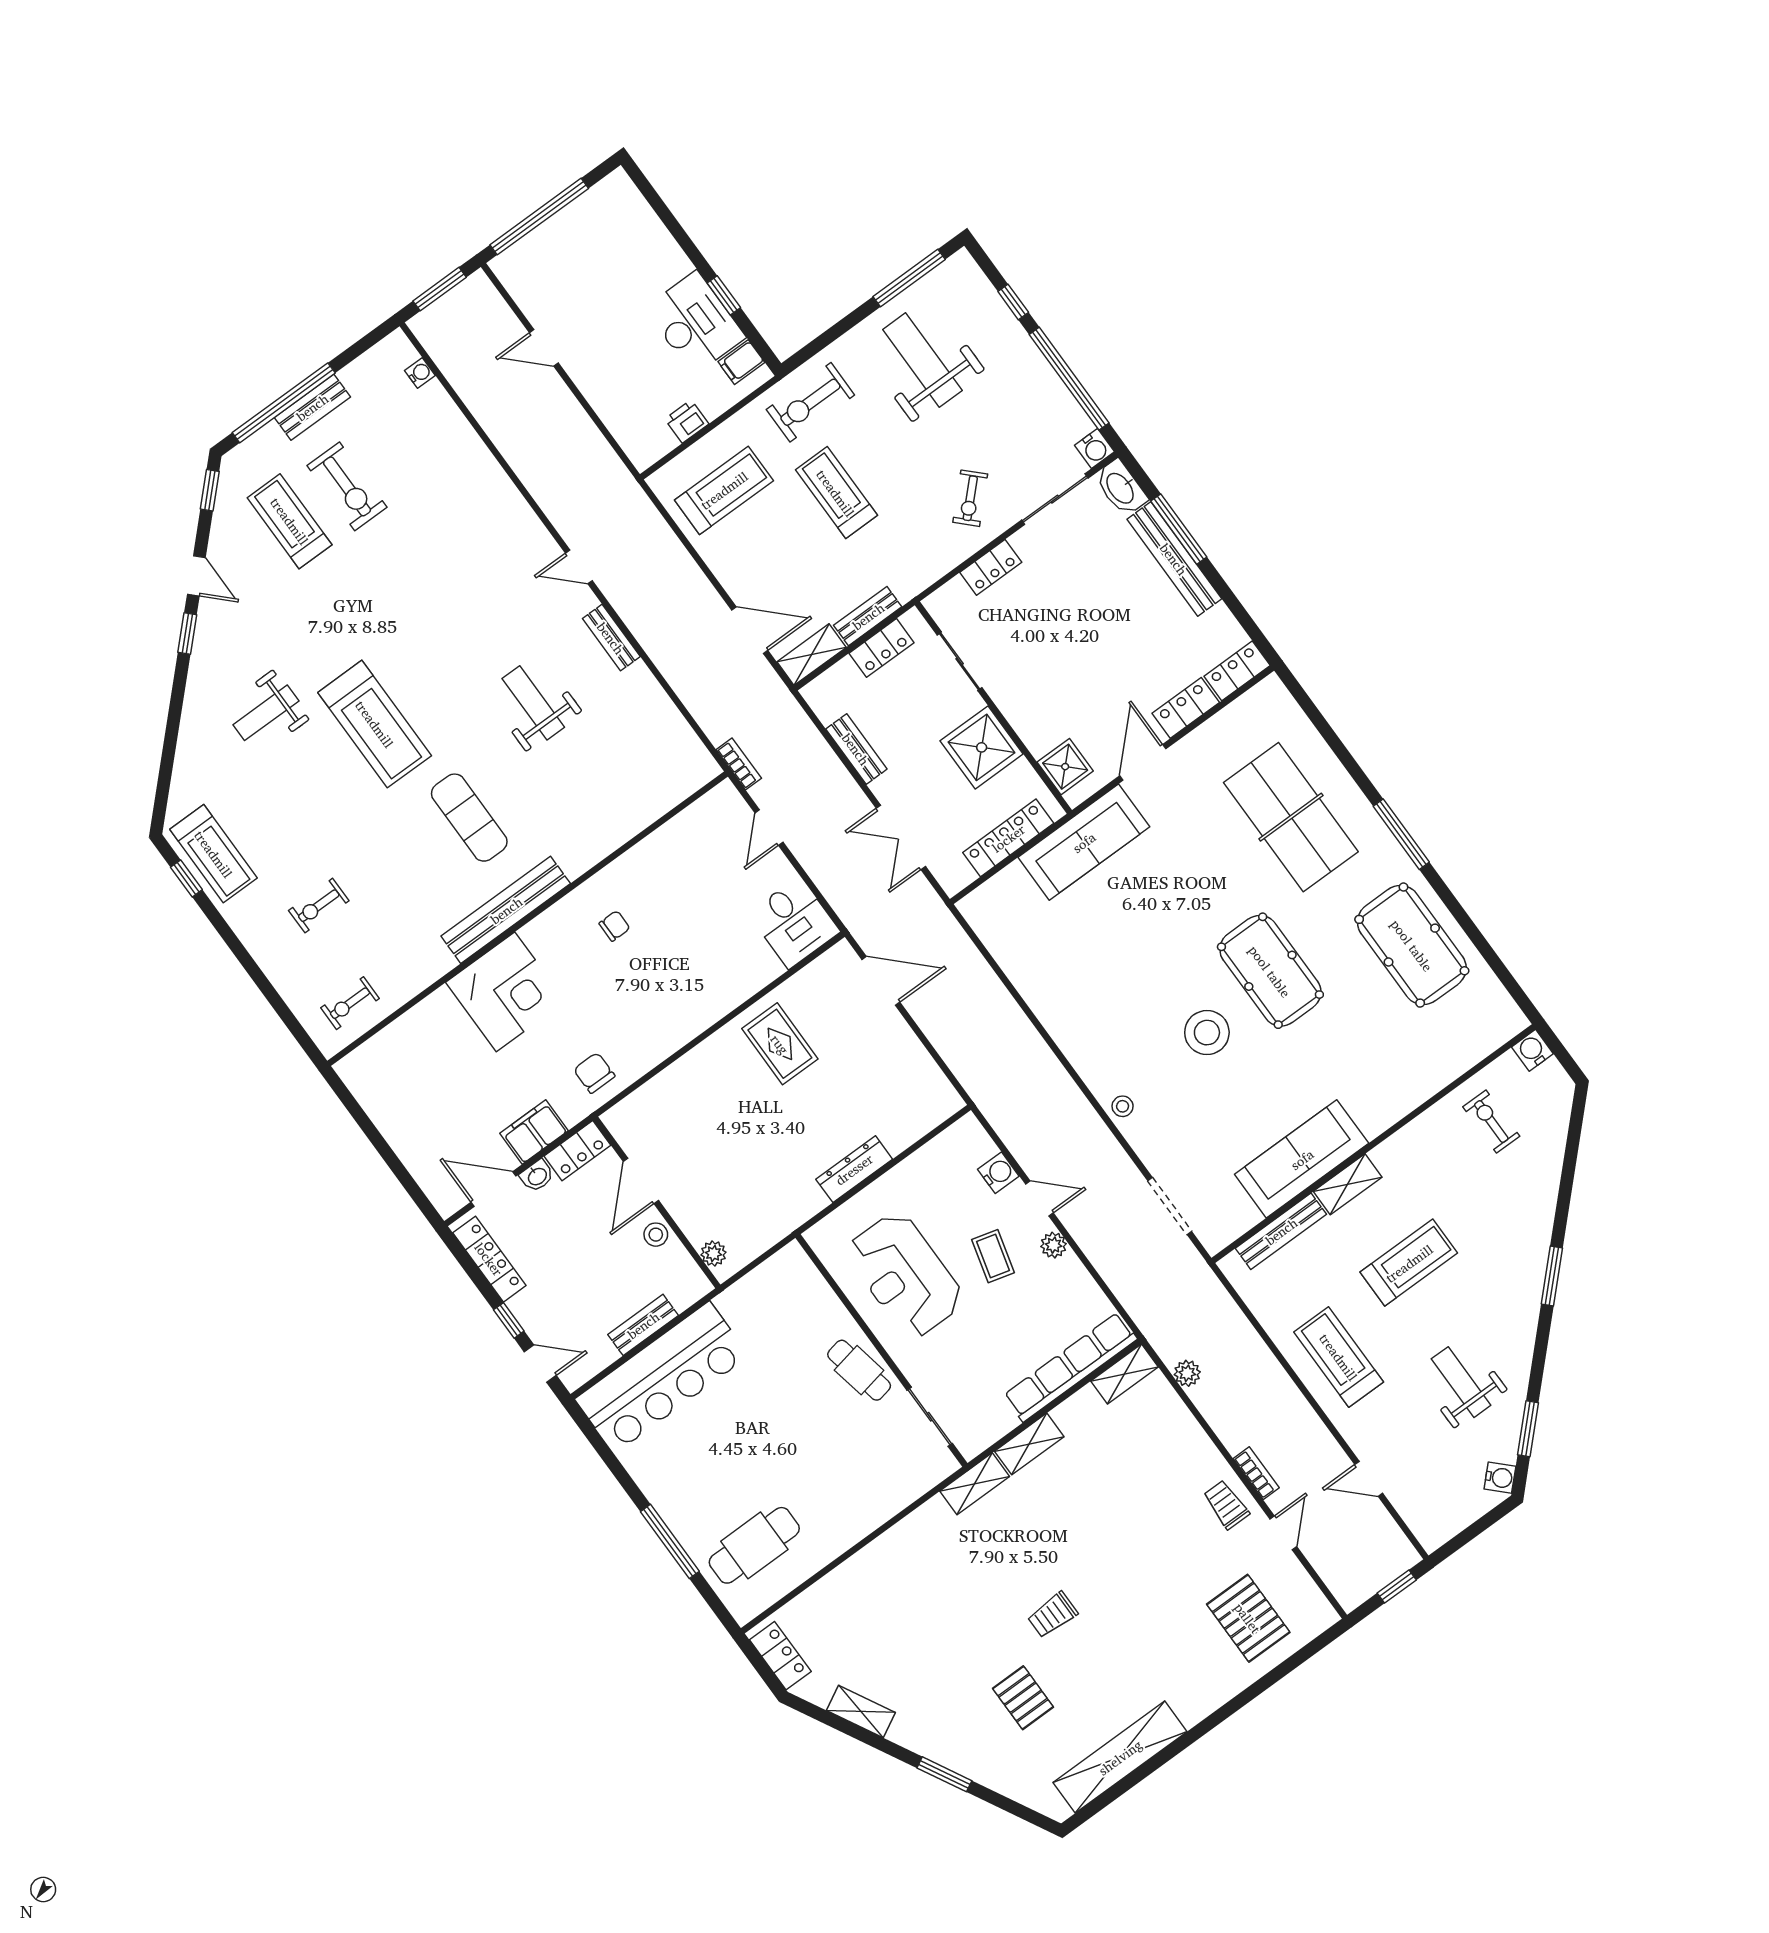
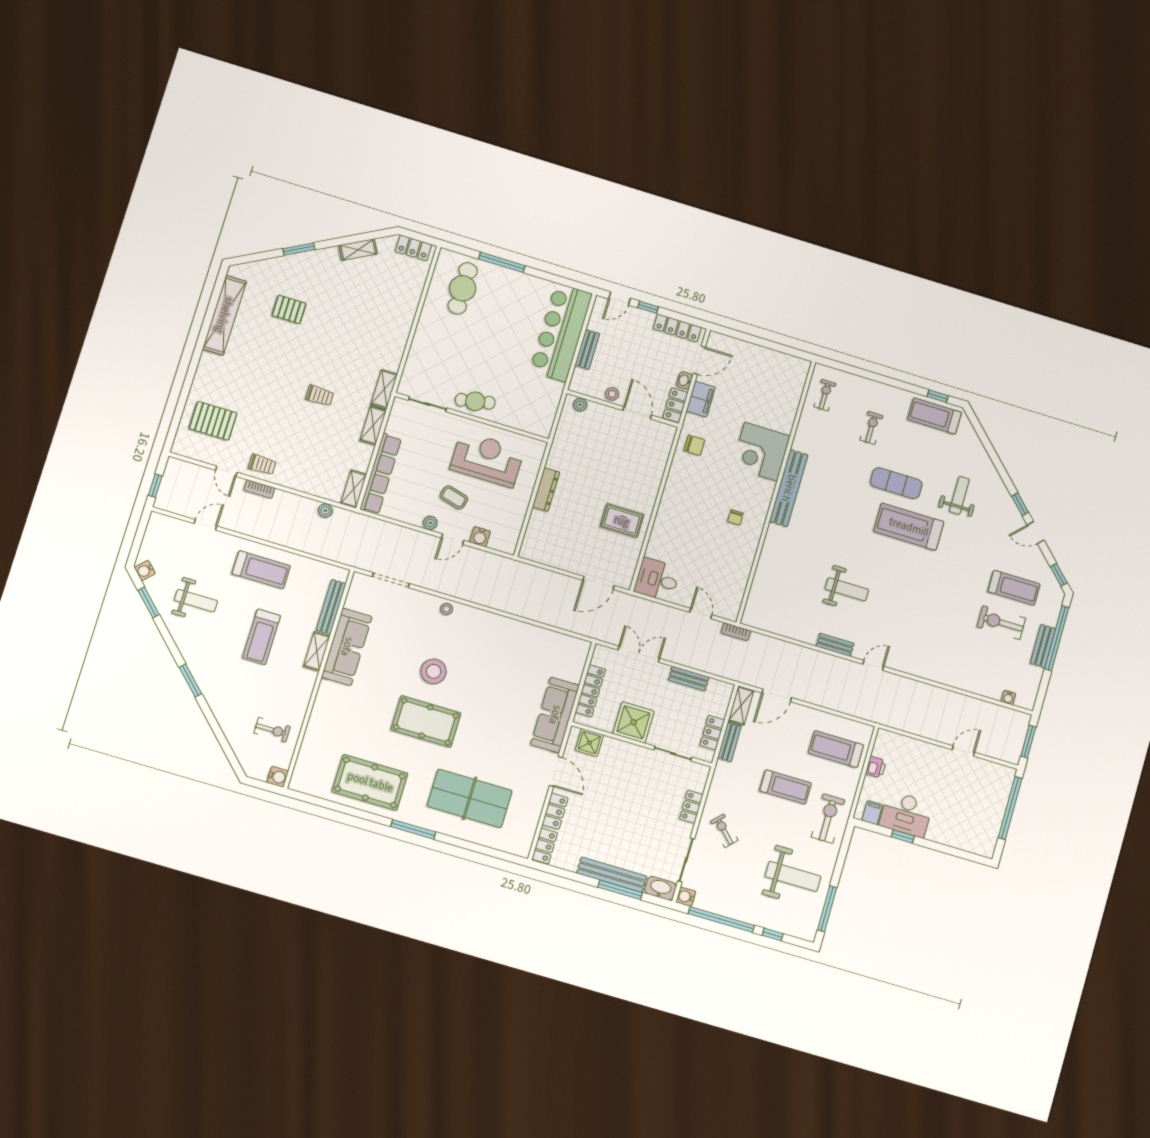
treadmill: (724, 490) -> (836, 749), turned 90
exercise mat: (469, 818) -> (896, 483), moved
trolley: (1052, 1615) -> (320, 396), moved, turned 90

